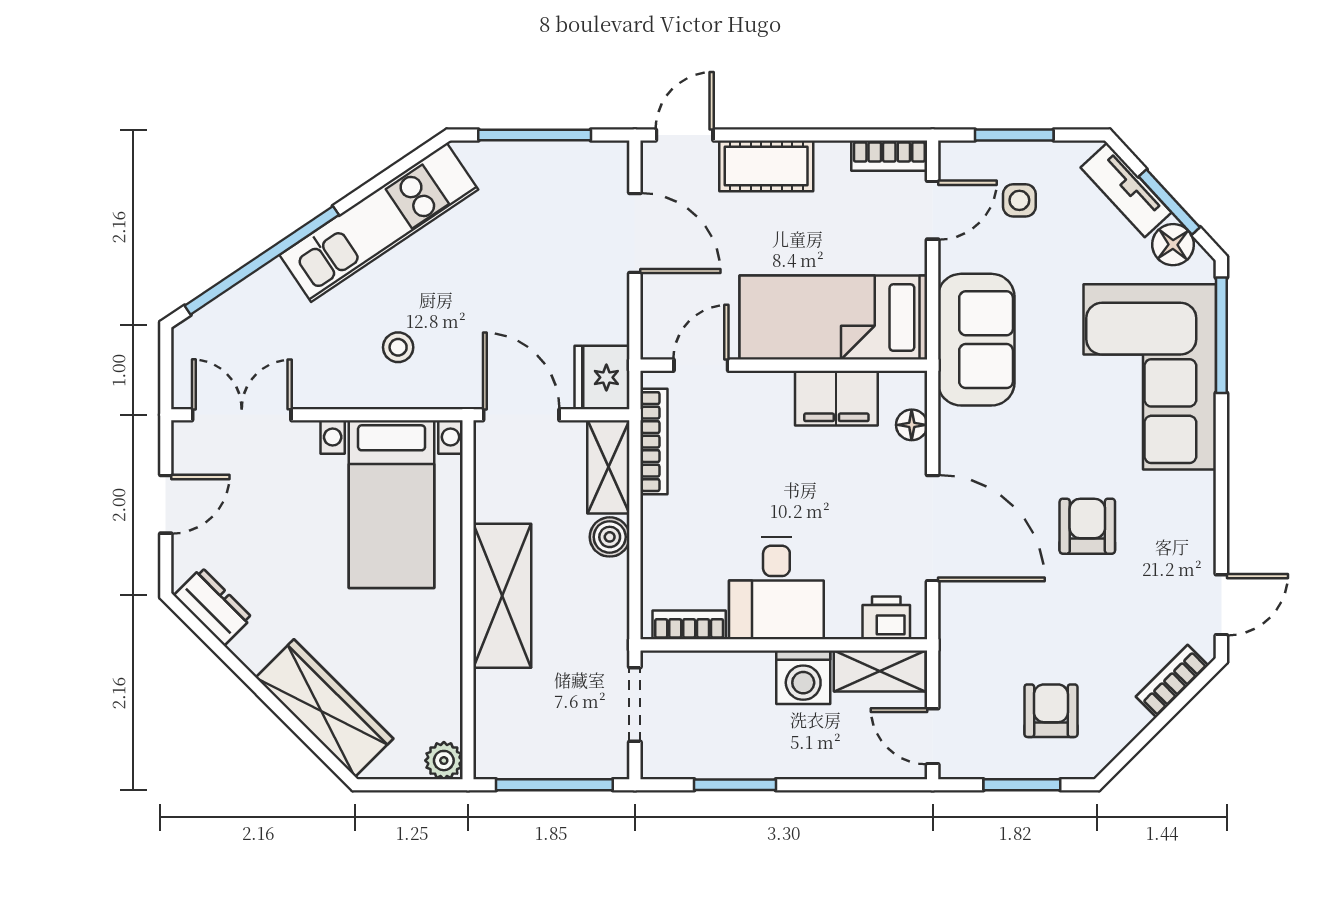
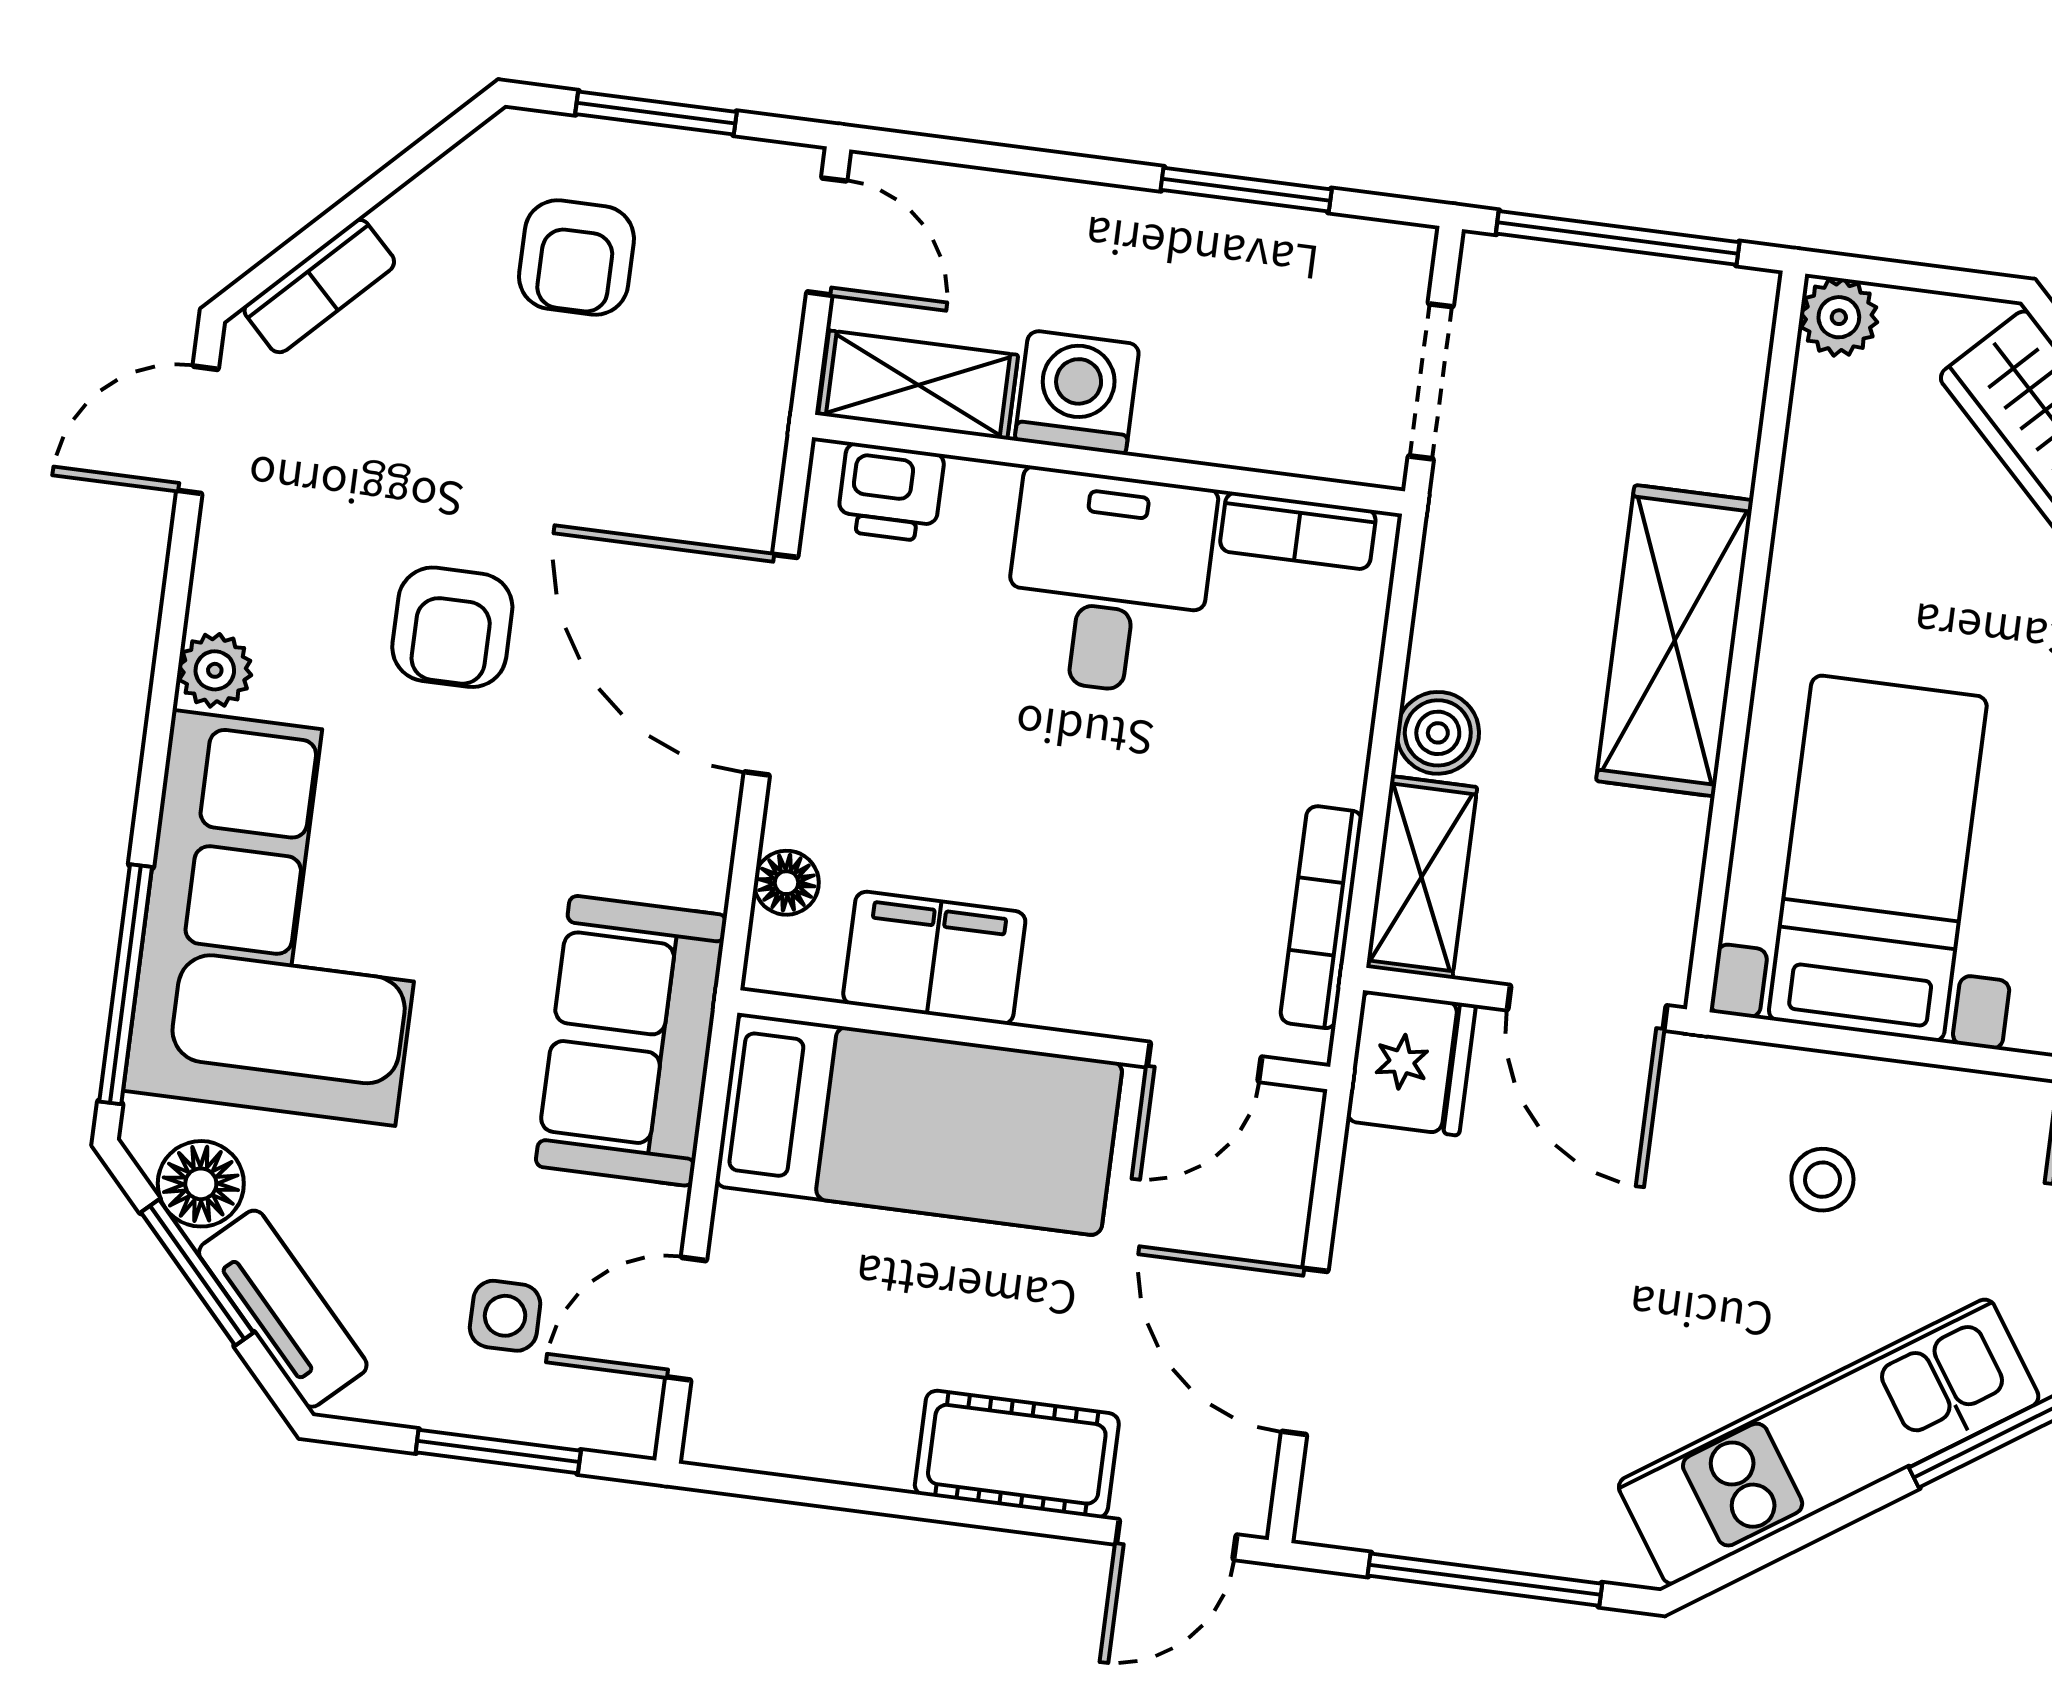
bookcase: (889, 156) -> (761, 1443), removed
plant: (1198, 491) -> (215, 670), added

